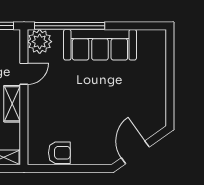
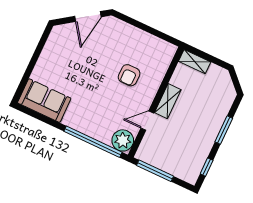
sofa: (100, 45) -> (44, 101), moved, width x0.73
armchair: (59, 153) -> (129, 75), moved, turned -90

